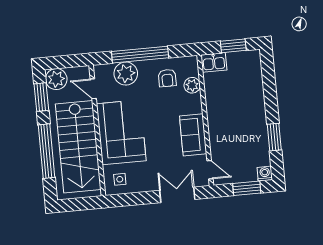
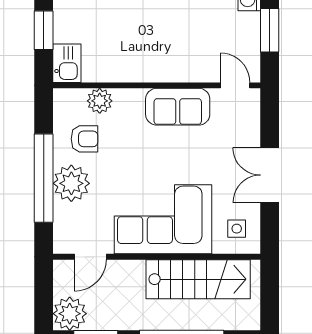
plant: (126, 74) -> (71, 183), moved
stairs: (78, 147) -> (198, 279), width x0.73, depth x0.66
door: (210, 170) -> (235, 85), hinge flipped
double door: (177, 195) -> (270, 175), moved

